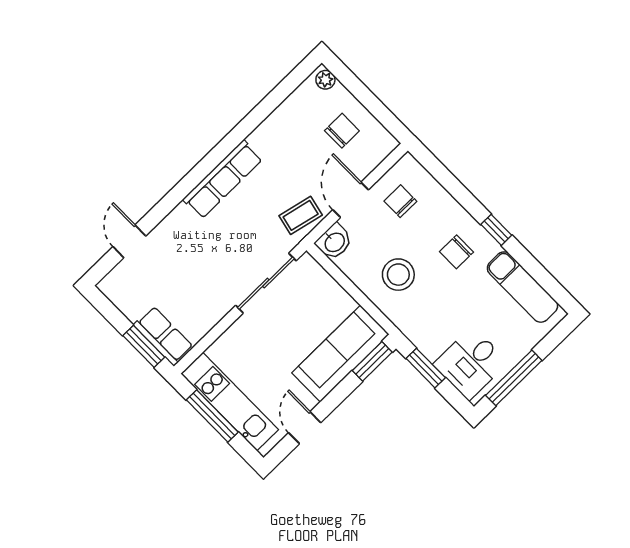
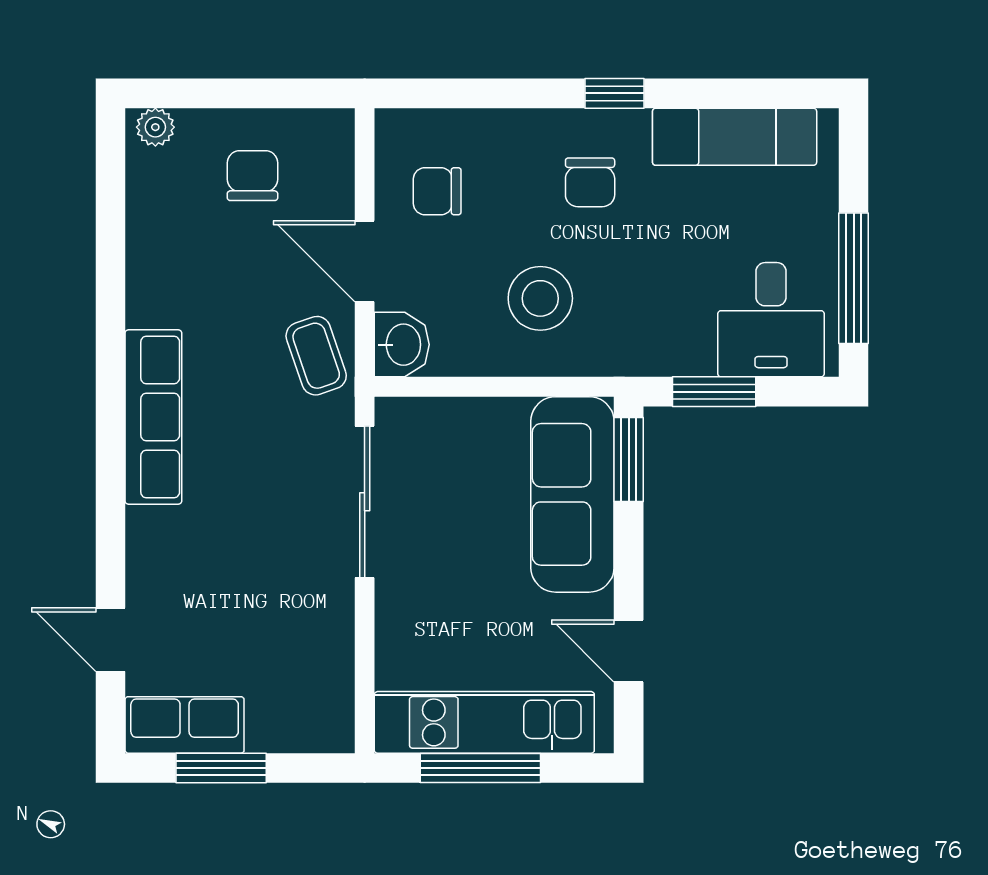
coffee table: (301, 215) -> (316, 356), turned -32
row of seats: (163, 336) -> (185, 725), moved
window: (144, 346) -> (221, 768), moved

